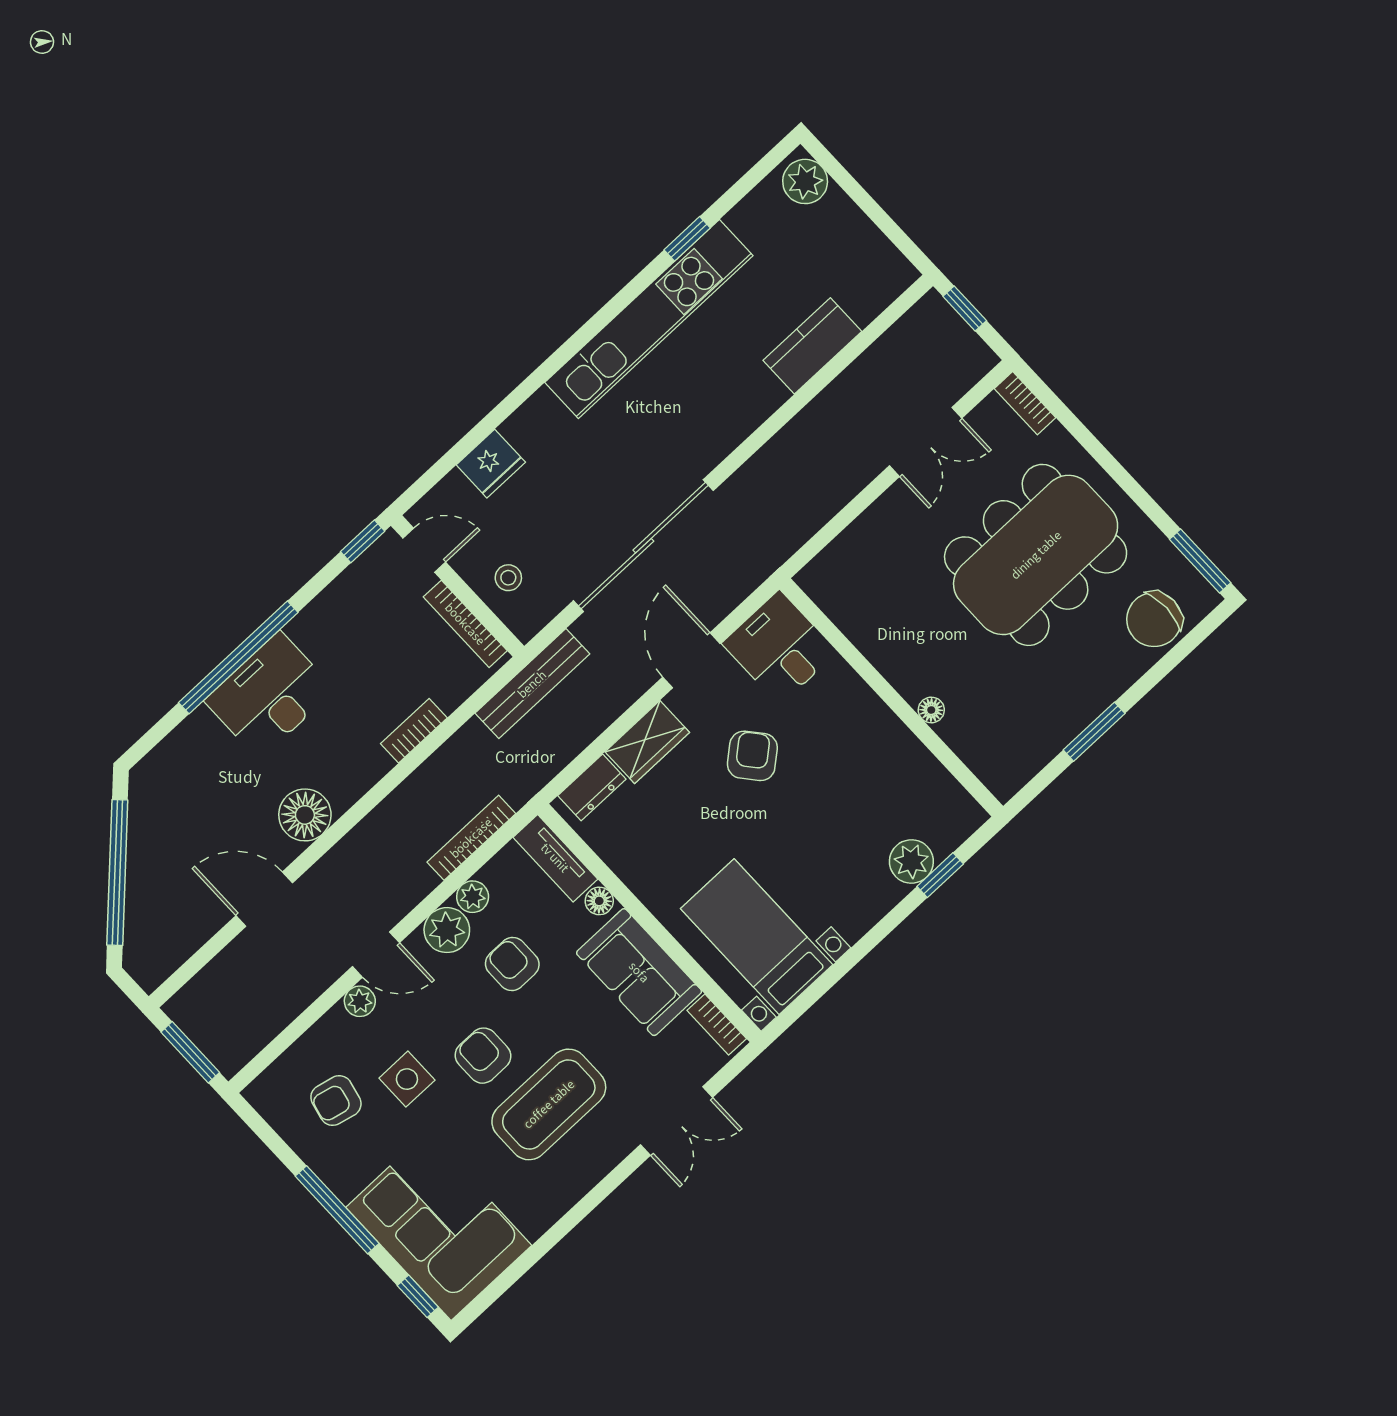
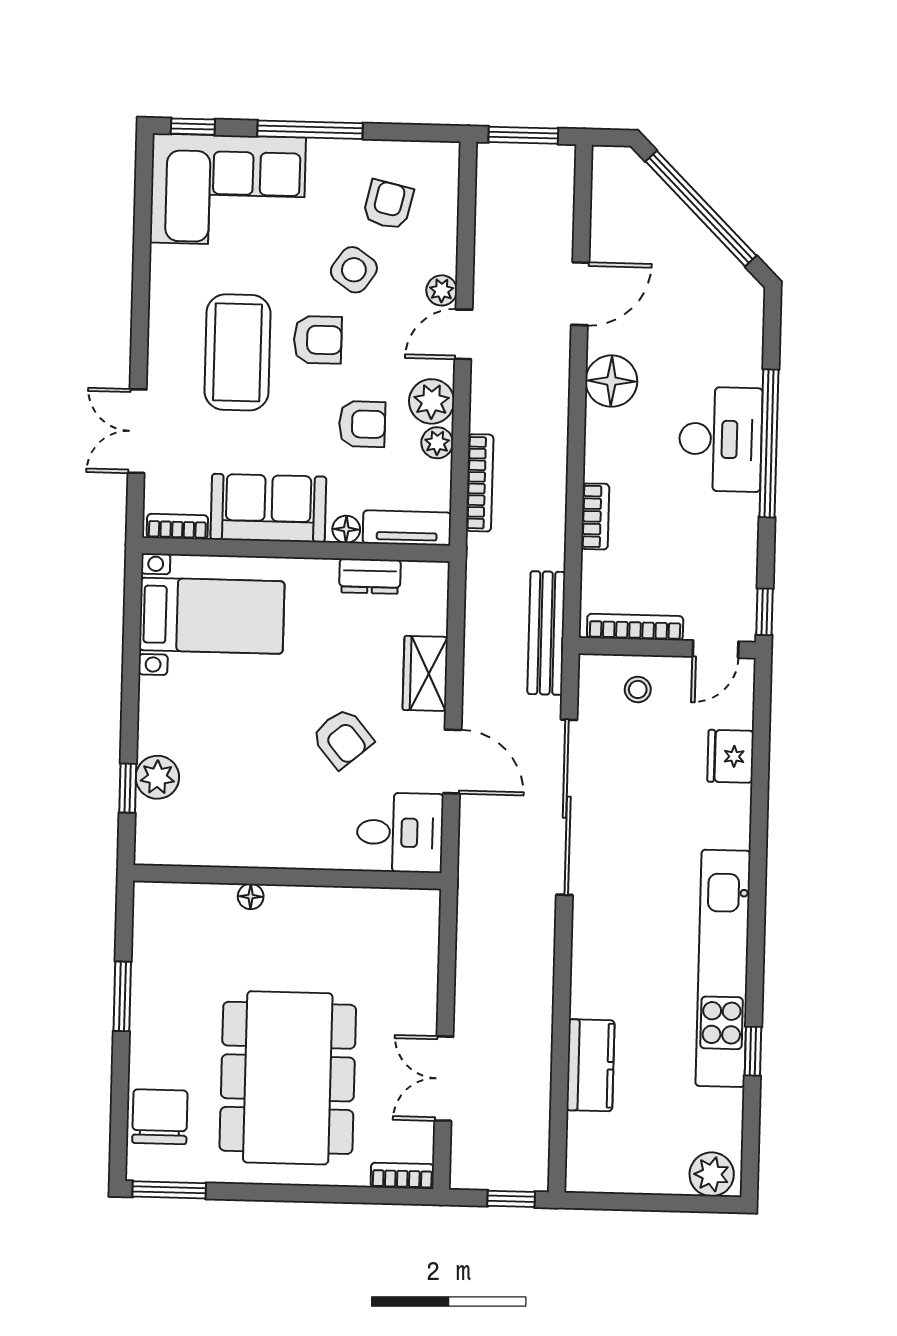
dresser: (592, 787) -> (370, 576), moved, turned -90
side table: (407, 1079) -> (354, 270), turned 35

